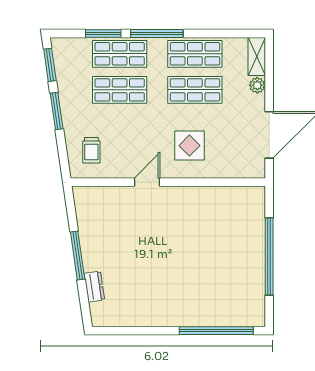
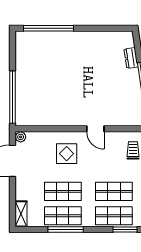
window: (157, 34) -> (66, 229), moved
plant: (257, 85) -> (21, 137), moved
door: (147, 182) -> (95, 129), hinge flipped
window: (269, 257) -> (13, 97), moved

